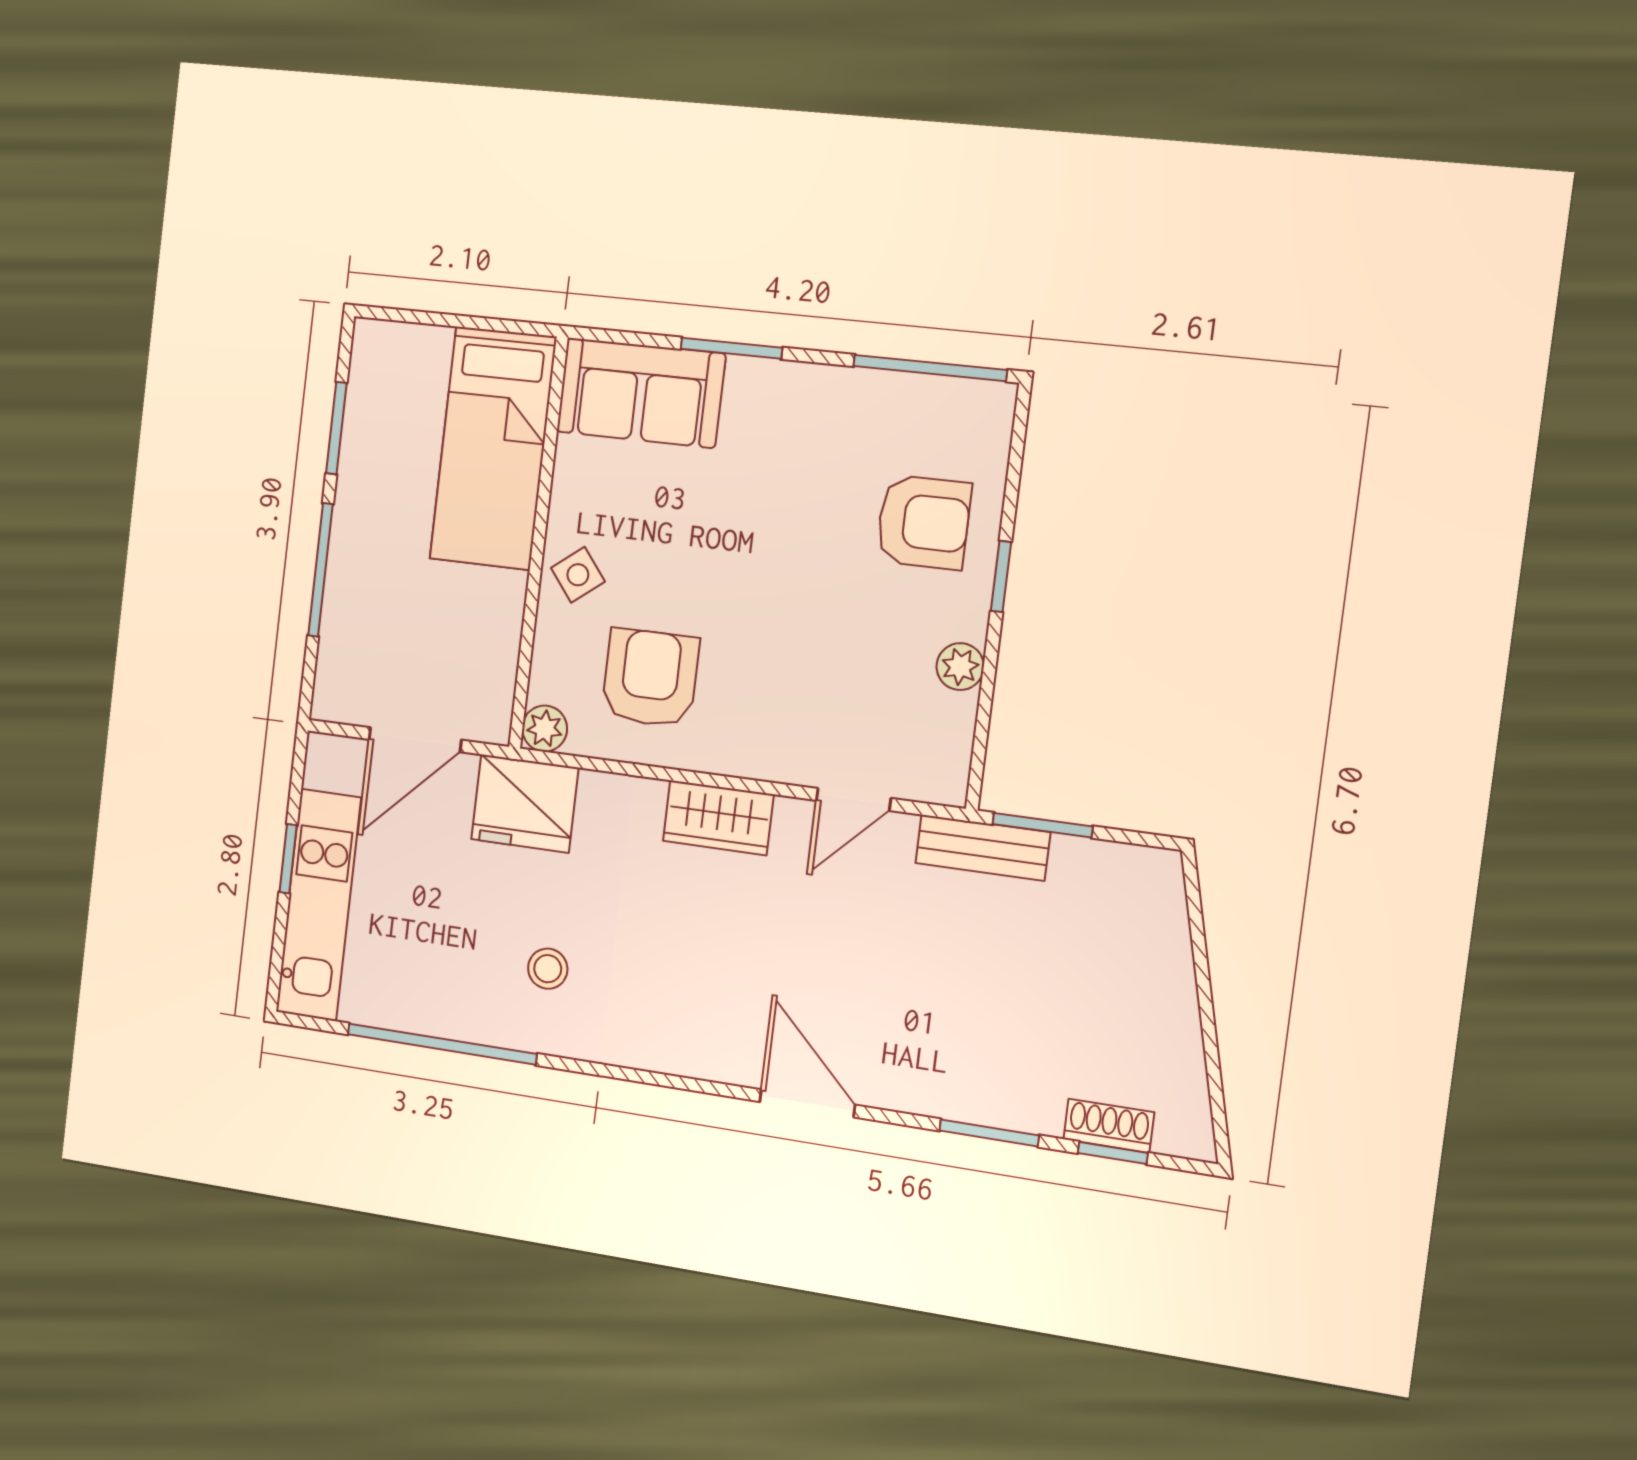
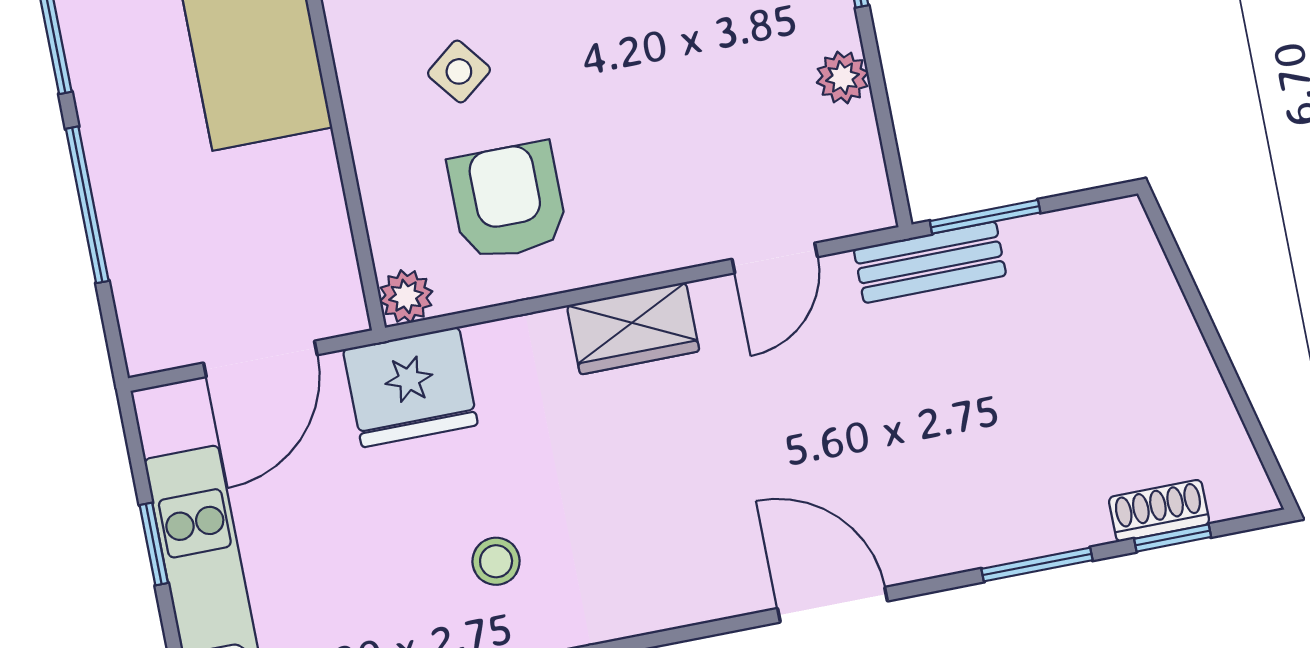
side table: (578, 575) -> (459, 71), moved

